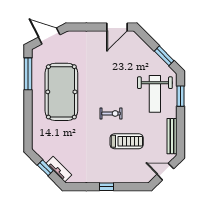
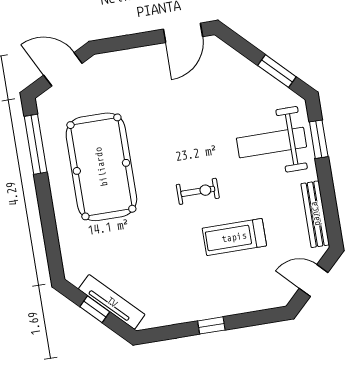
weight bench: (155, 94) -> (271, 143), turned 90
treadmill: (127, 141) -> (234, 237), turned 180
tv unit: (59, 169) -> (112, 302), width x1.41

